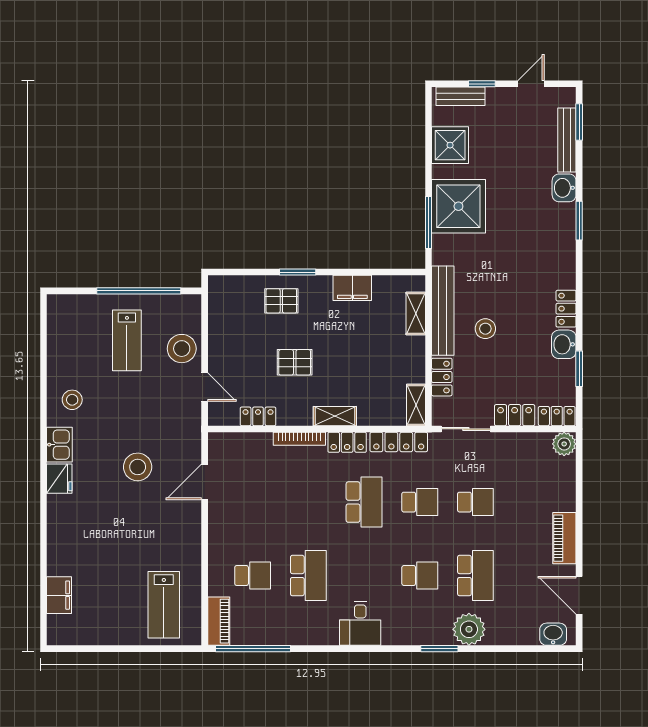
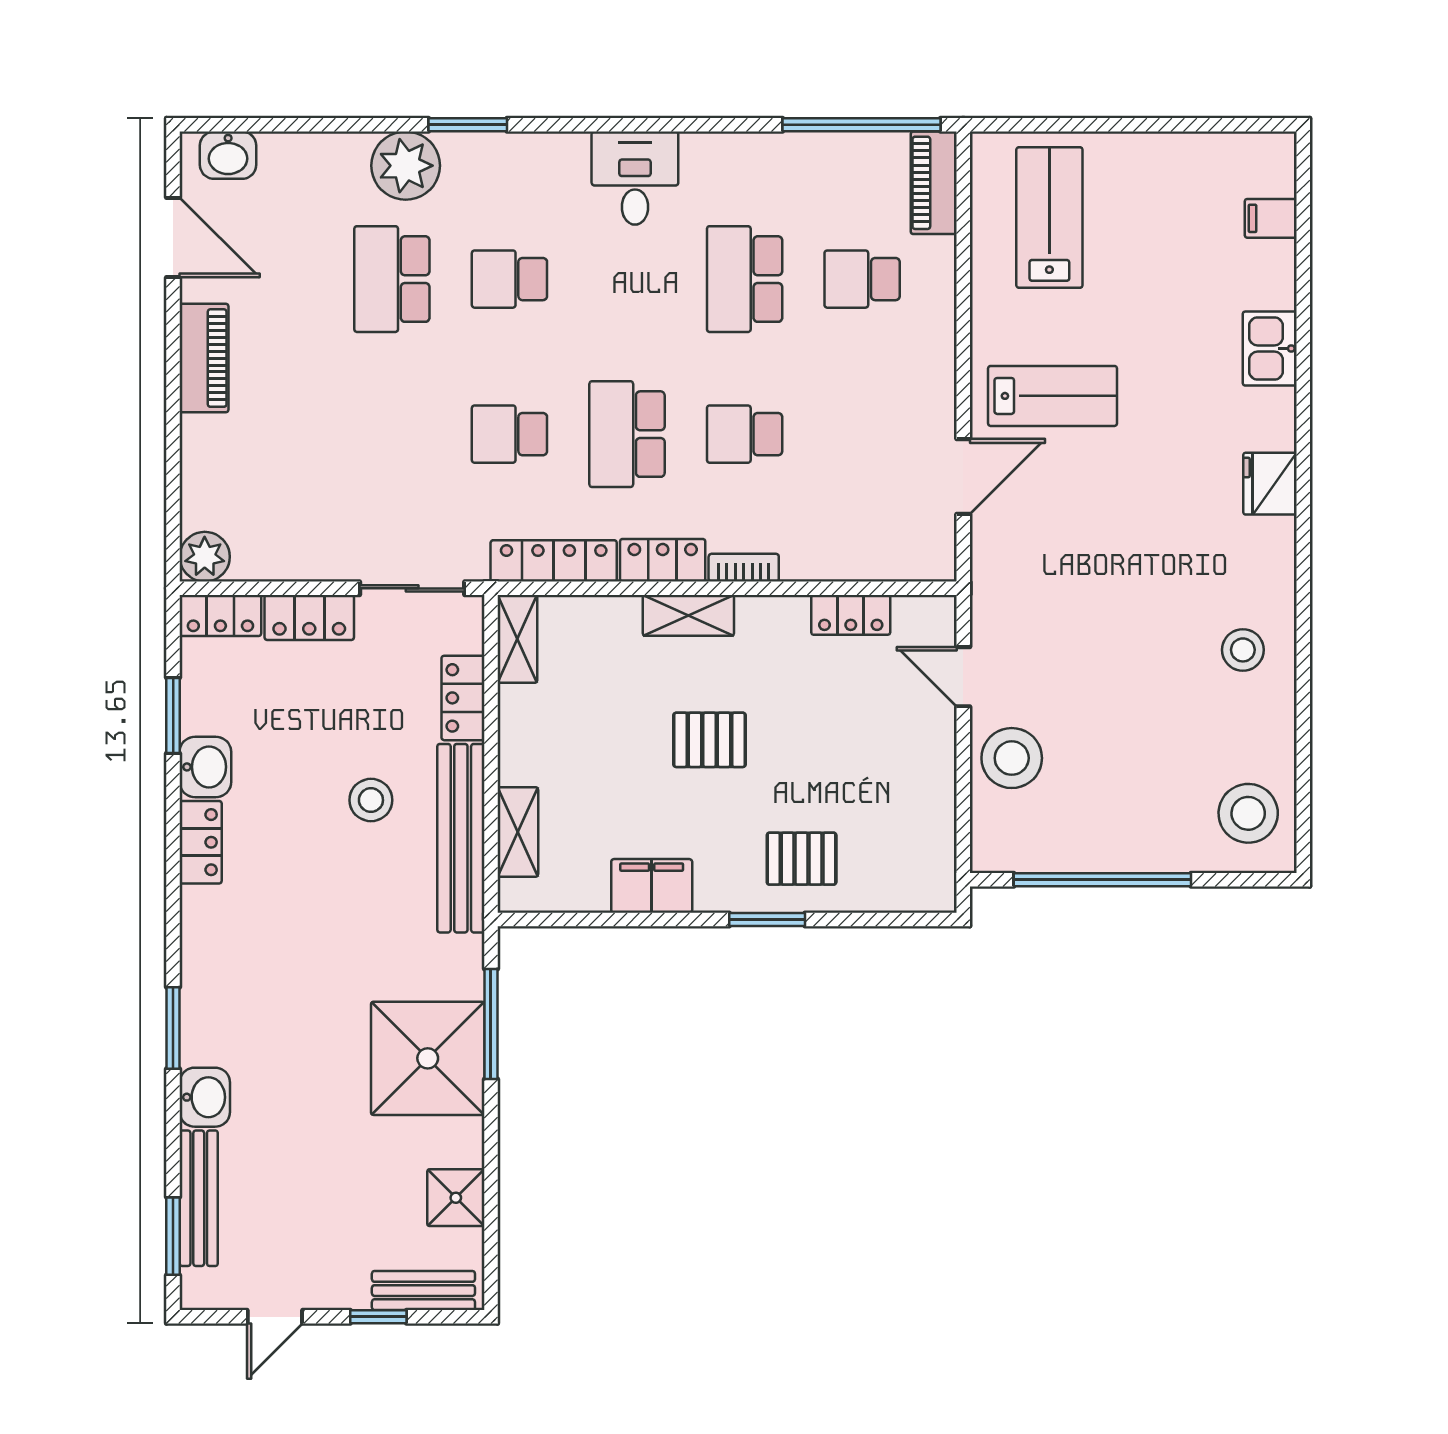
shower: (450, 145) -> (456, 1198), width x0.73, depth x0.73
lab bench: (127, 340) -> (1053, 396), moved, turned 90
pallet: (295, 362) -> (710, 740), moved
bookcase: (299, 439) -> (744, 568), width x0.64
kitchen sink: (59, 445) -> (1270, 349), moved
stool: (138, 467) -> (1248, 813), moved
school desk: (475, 502) -> (745, 434), moved
filing cabinet: (59, 595) -> (1271, 218), width x0.50

